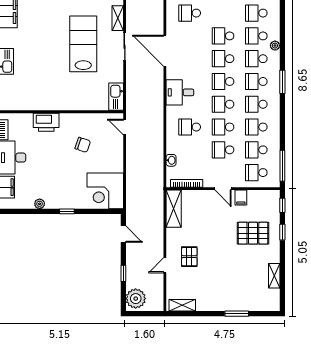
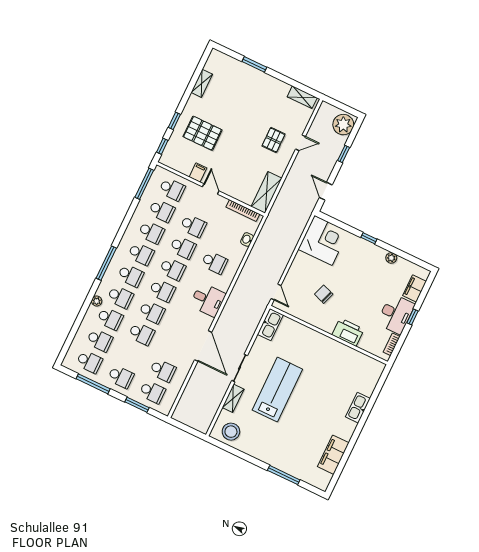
lab bench: (83, 44) -> (277, 390), turned 180
window: (282, 82) -> (106, 263), width x1.44

